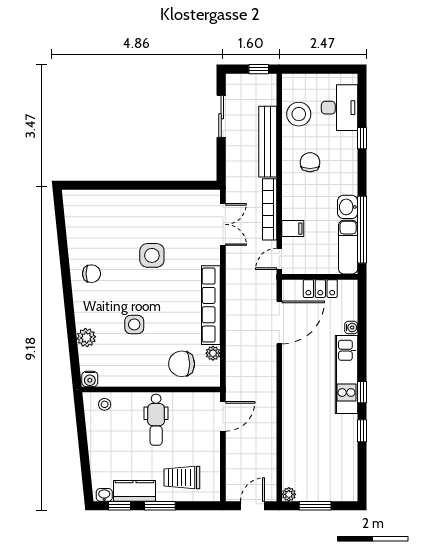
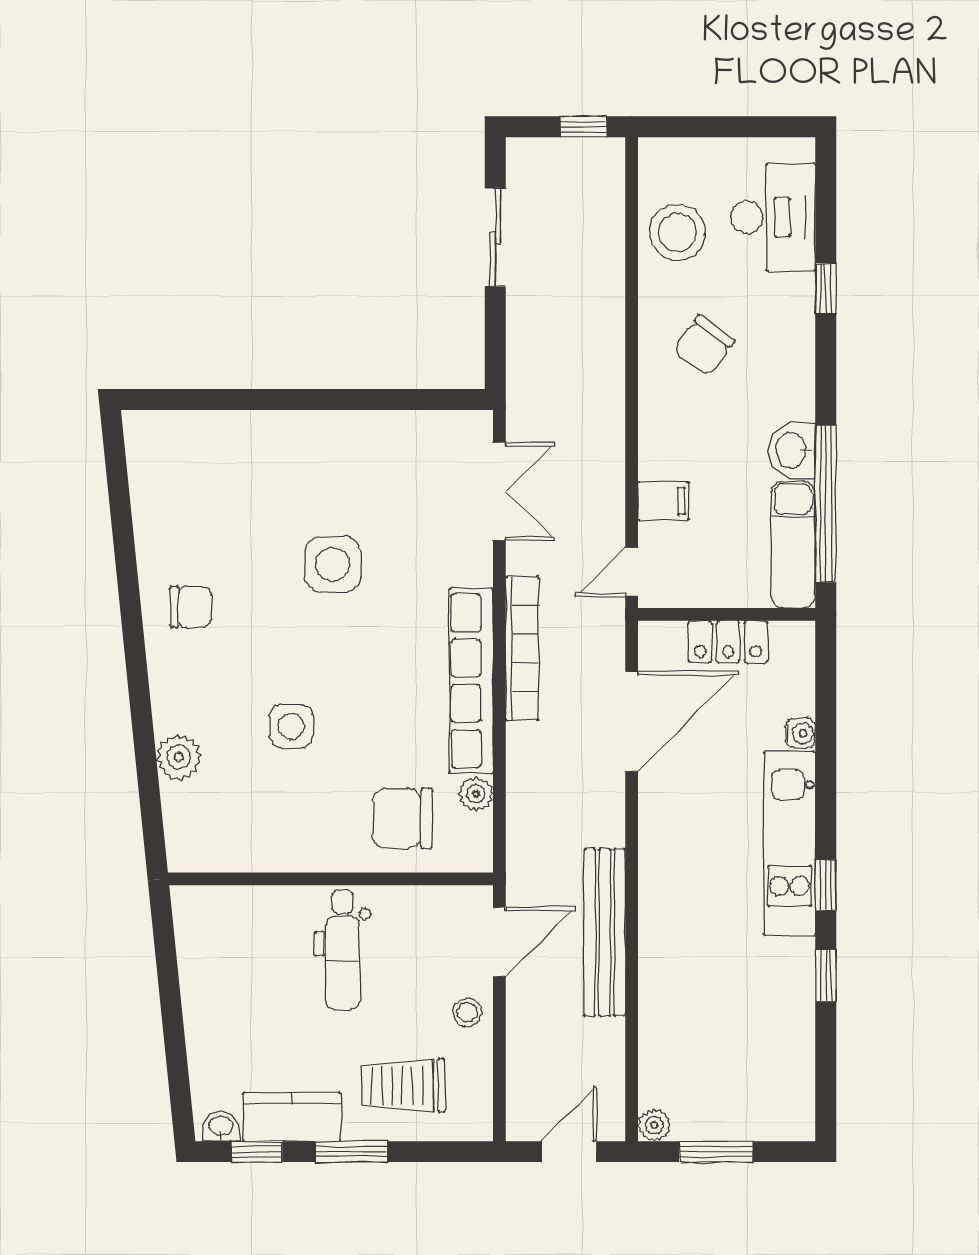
bench: (268, 142) -> (605, 932), moved
chair: (310, 162) -> (704, 345), turned -144
bookcase: (270, 209) -> (522, 649), moved, turned 180
water cooler: (90, 379) -> (187, 854), removed
stool: (105, 404) -> (467, 1013), moved

